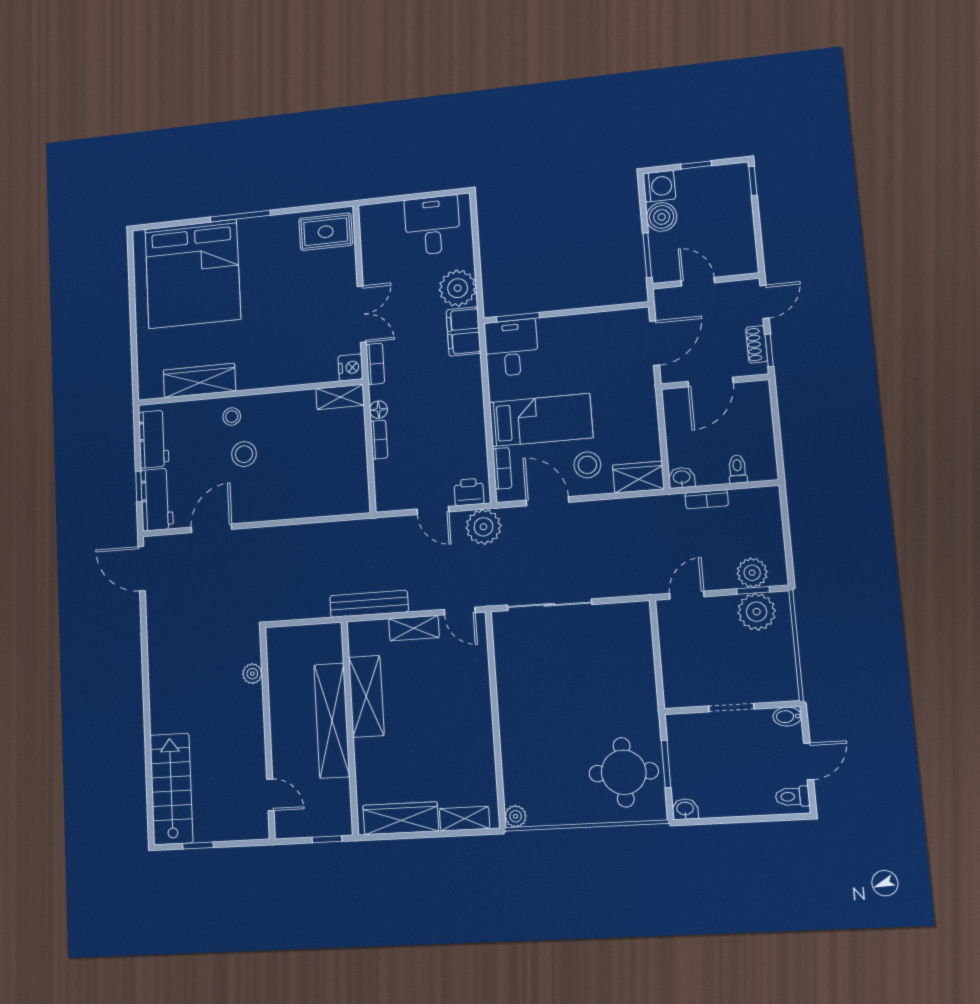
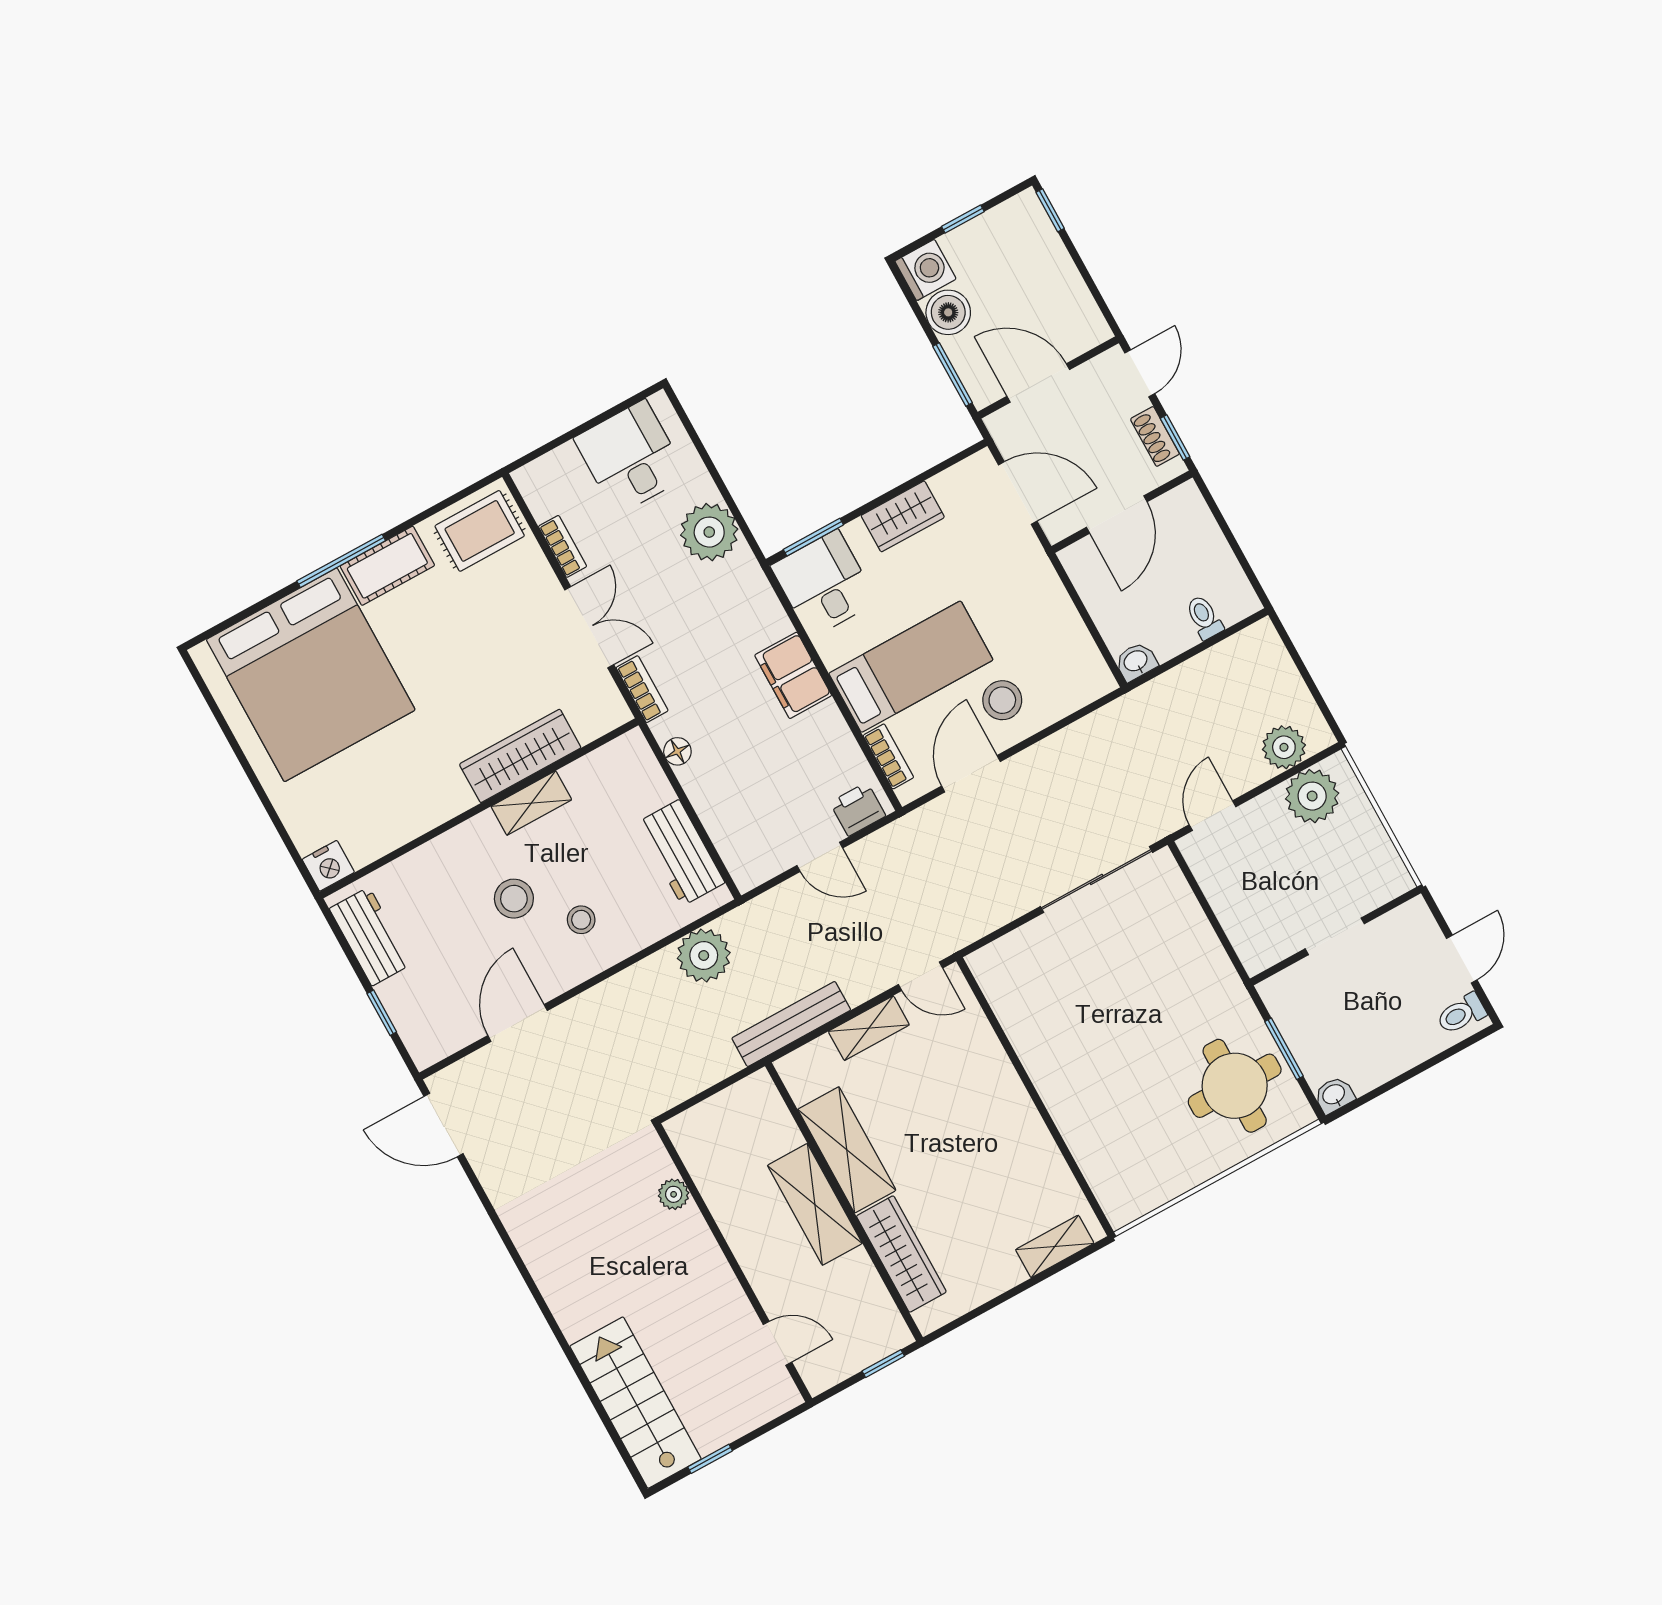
cot: (265, 230) -> (387, 566), added
door: (698, 282) -> (1038, 383), width x1.38
filing cabinet: (463, 332) -> (793, 675), moved
door: (655, 343) -> (1018, 493), hinge flipped
nightstand: (350, 367) -> (328, 866), moved, turned 90
wardrobe: (199, 381) -> (520, 756), moved
shelving: (340, 397) -> (531, 803), moved
stool: (232, 417) -> (581, 920), moved
bookcase: (379, 440) -> (563, 546), moved
wardrobe: (638, 477) -> (903, 516), moved, turned 180
bookcase: (707, 499) -> (1182, 676), removed
workbench: (157, 500) -> (681, 853), moved, turned 180
door: (547, 501) -> (971, 774), hinge flipped
plant: (483, 527) -> (704, 956), moved
window: (753, 590) -> (1295, 770), removed
sliding door: (549, 605) -> (1096, 879), moved
bidet: (787, 717) -> (1410, 914), removed
shelving: (332, 721) -> (815, 1204), width x0.68
plant: (516, 816) -> (1120, 1211), removed
wardrobe: (401, 818) -> (901, 1254), moved, turned 90

